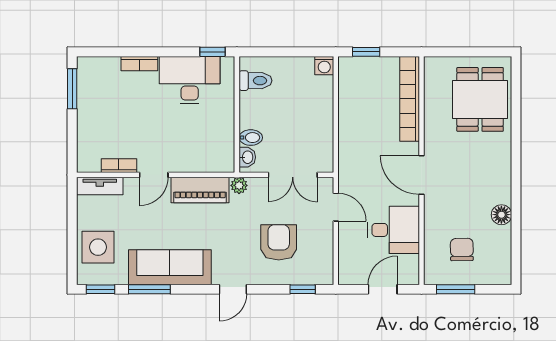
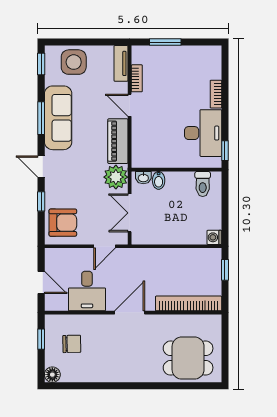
window: (72, 89) -> (165, 42), moved
plant: (239, 185) -> (116, 177), width x1.88, depth x1.88
floor lamp: (501, 215) -> (52, 375), moved
armchair: (279, 242) -> (63, 223), moved
window: (149, 289) -> (41, 118), moved
window: (303, 289) -> (41, 201), moved
window: (456, 289) -> (41, 339), width x0.67

